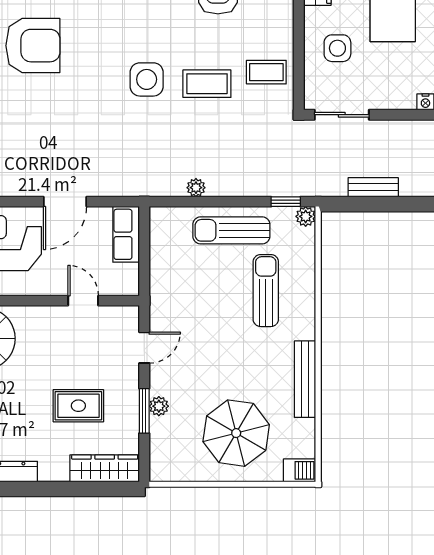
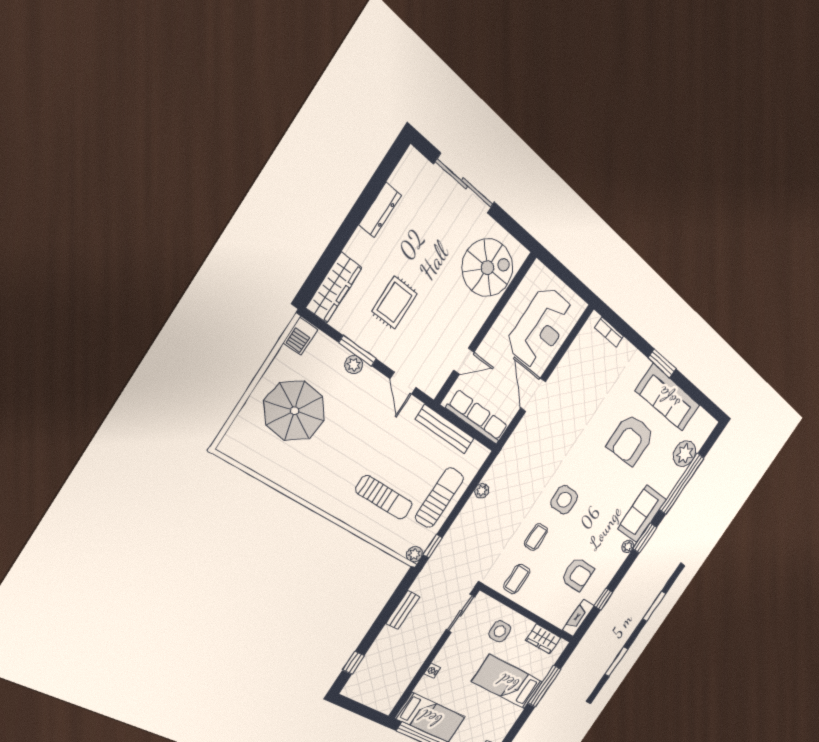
coffee table: (207, 84) -> (536, 537), width x0.73, depth x0.77
row of seats: (126, 234) -> (477, 417), width x1.48
bench: (305, 379) -> (445, 429), moved
barbecue: (300, 470) -> (300, 336), moved

